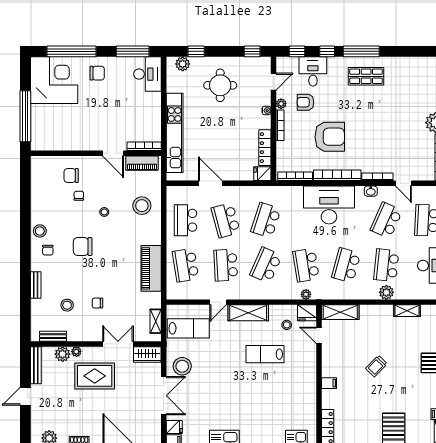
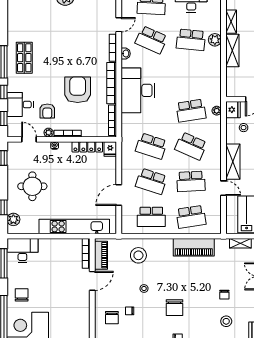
school desk: (226, 220) -> (151, 181), turned 33
school desk: (346, 265) -> (191, 75), removed
shelving: (340, 312) -> (232, 51), moved

